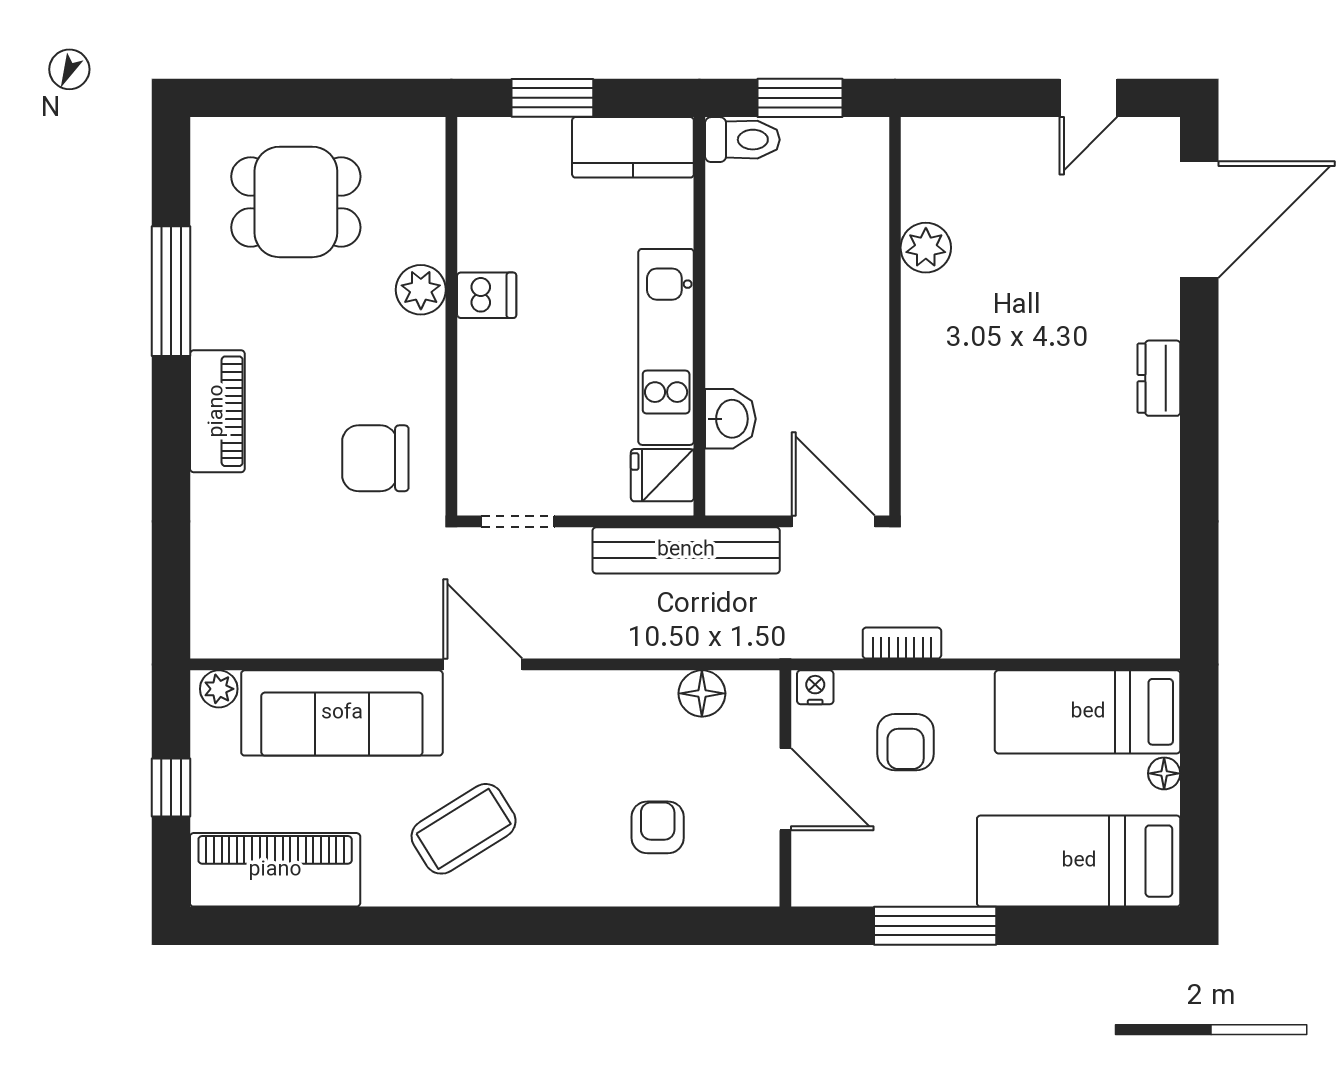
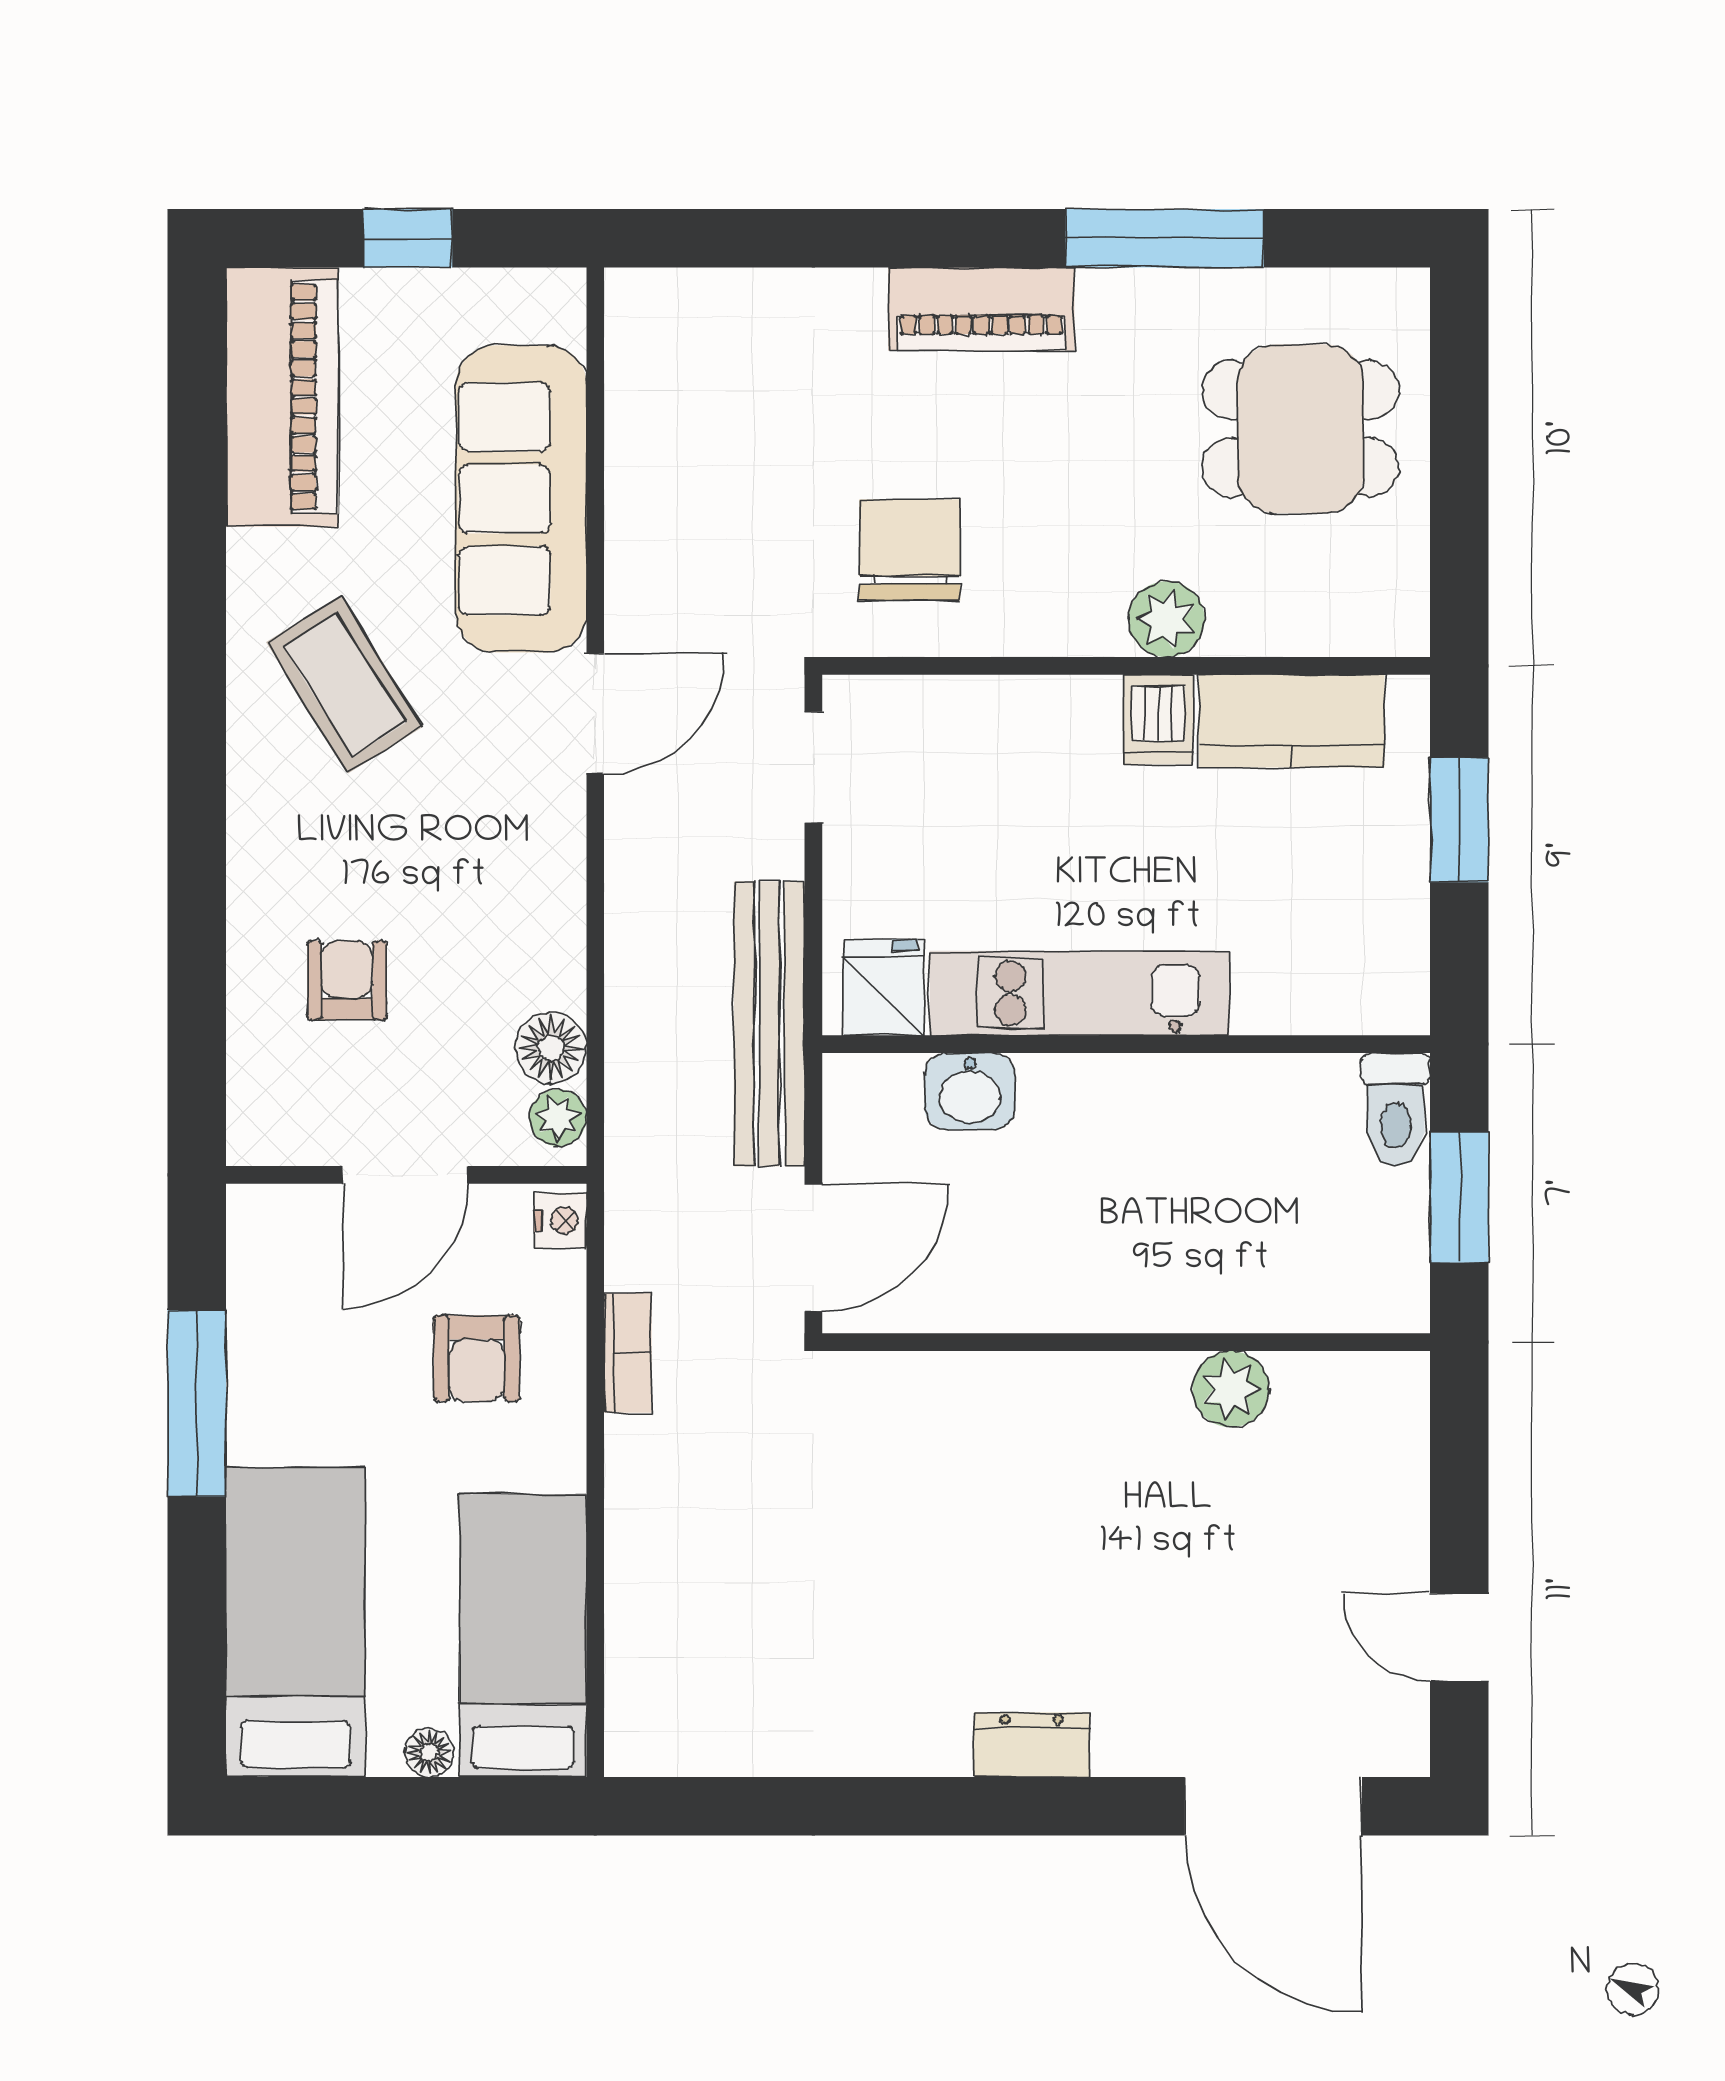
kitchen counter: (633, 147) -> (1292, 721), moved, turned -90
dining table: (296, 202) -> (1300, 429), turned 90
plant: (219, 689) -> (558, 1118), moved
armchair: (906, 742) -> (477, 1358), turned -90
armchair: (658, 827) -> (347, 980), turned -90

